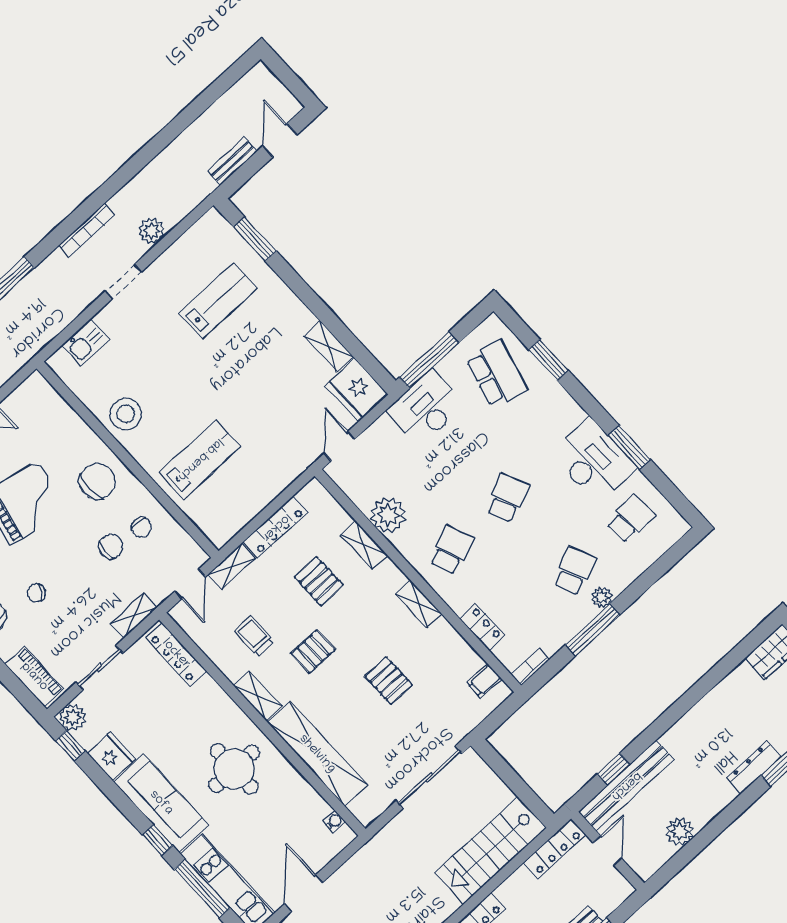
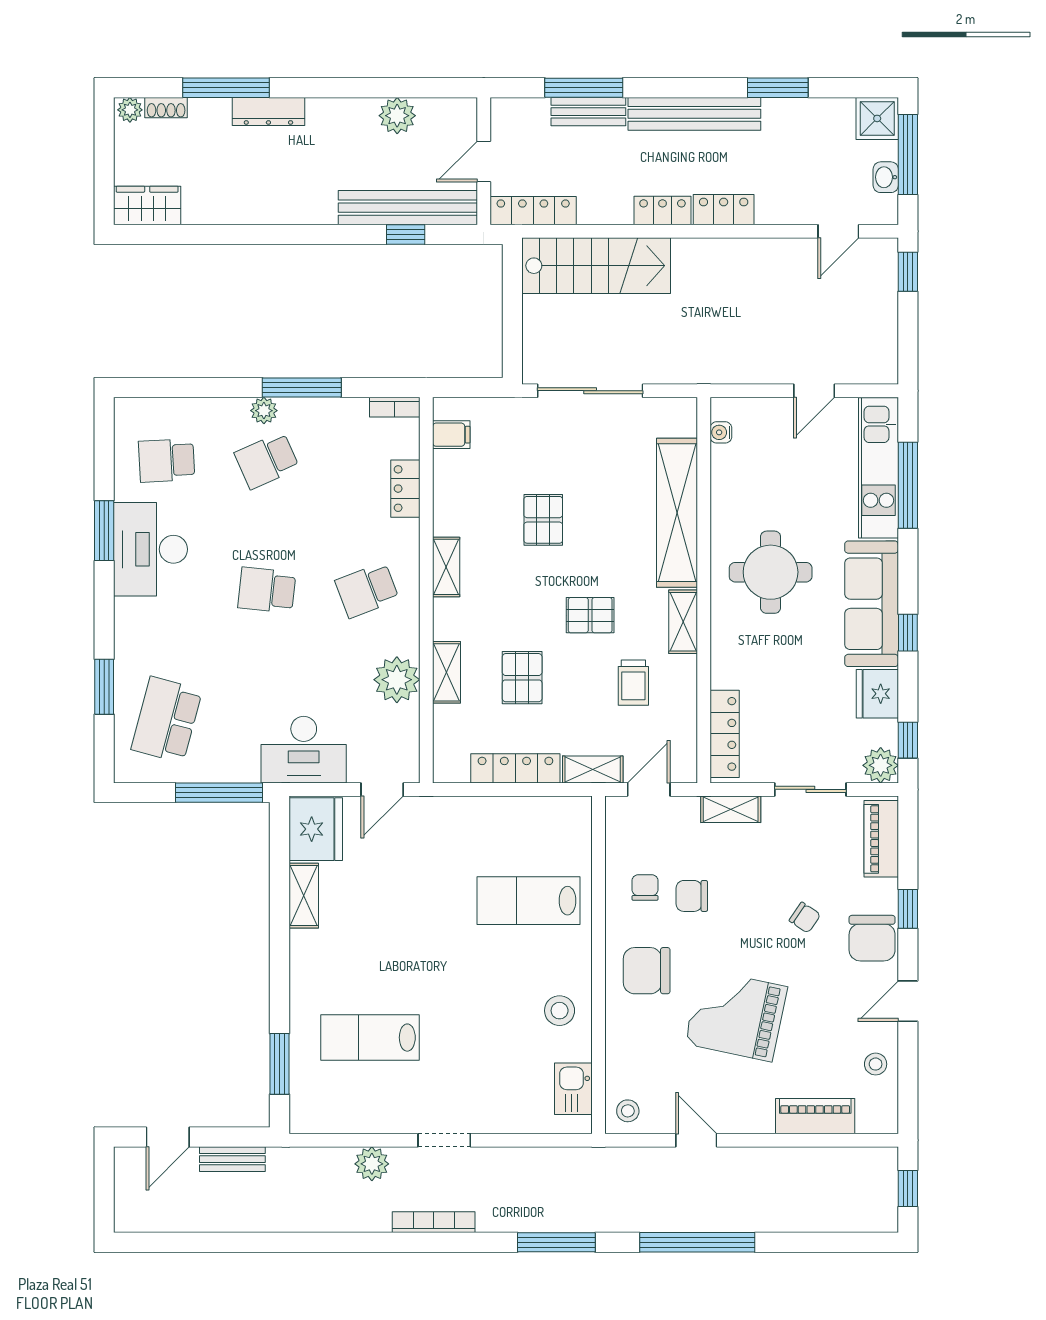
kitchen sink: (86, 342) -> (573, 1089), moved, turned -90
stool: (36, 393) -> (628, 1111), added
desk: (426, 408) -> (304, 750), moved
stool: (126, 414) -> (560, 1011), width x0.73, depth x0.73
school desk: (507, 498) -> (267, 590), turned 30
window: (157, 840) -> (908, 633), moved
door: (304, 893) -> (814, 391), width x0.73

